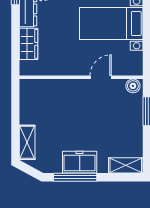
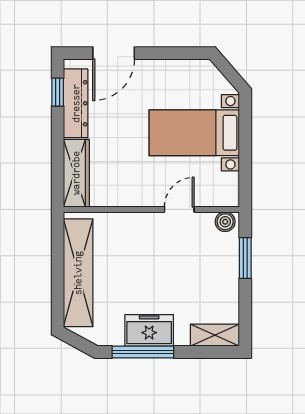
wardrobe: (29, 44) -> (76, 173), width x1.50
shelving: (27, 142) -> (78, 273), width x2.20, depth x1.33

